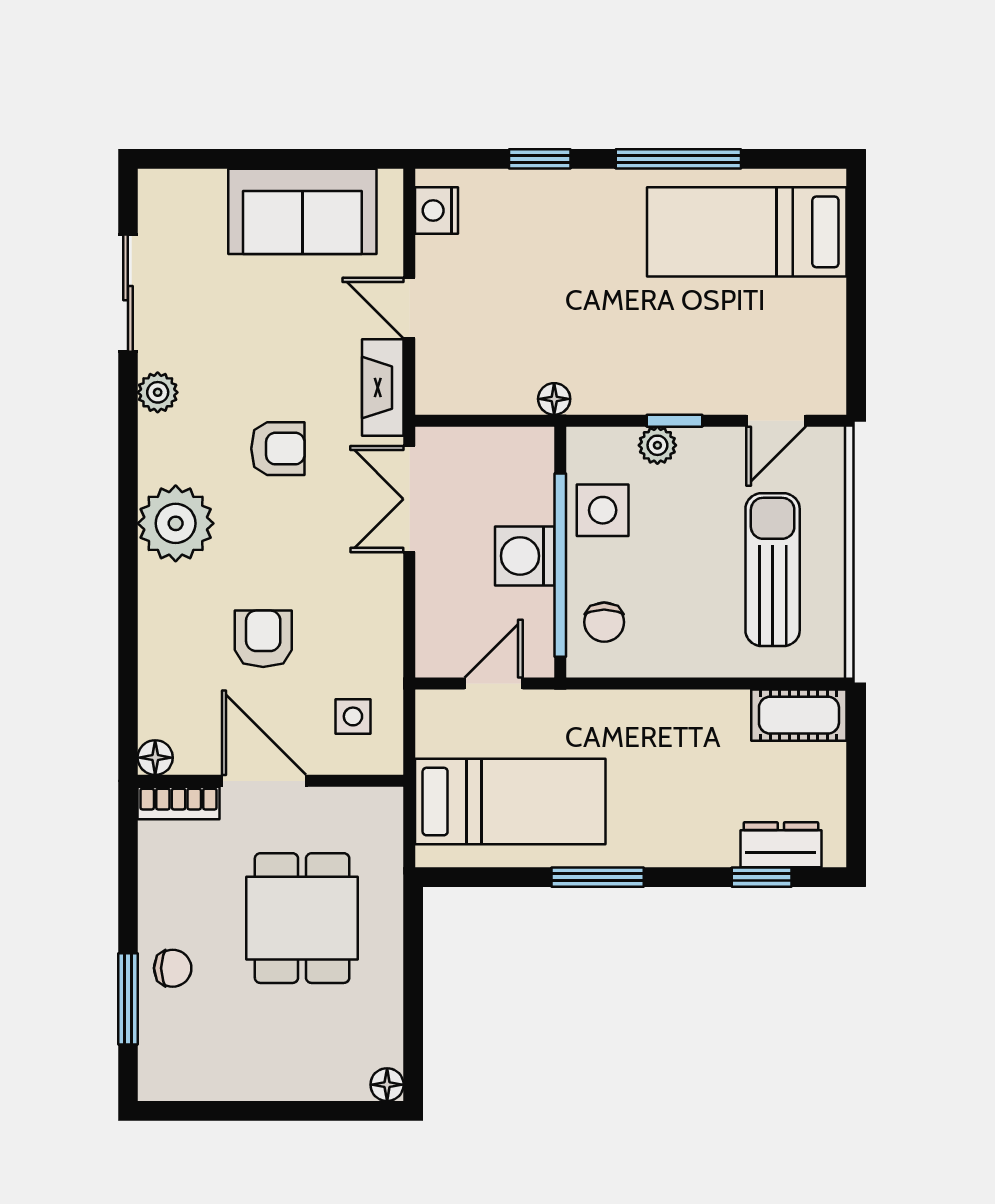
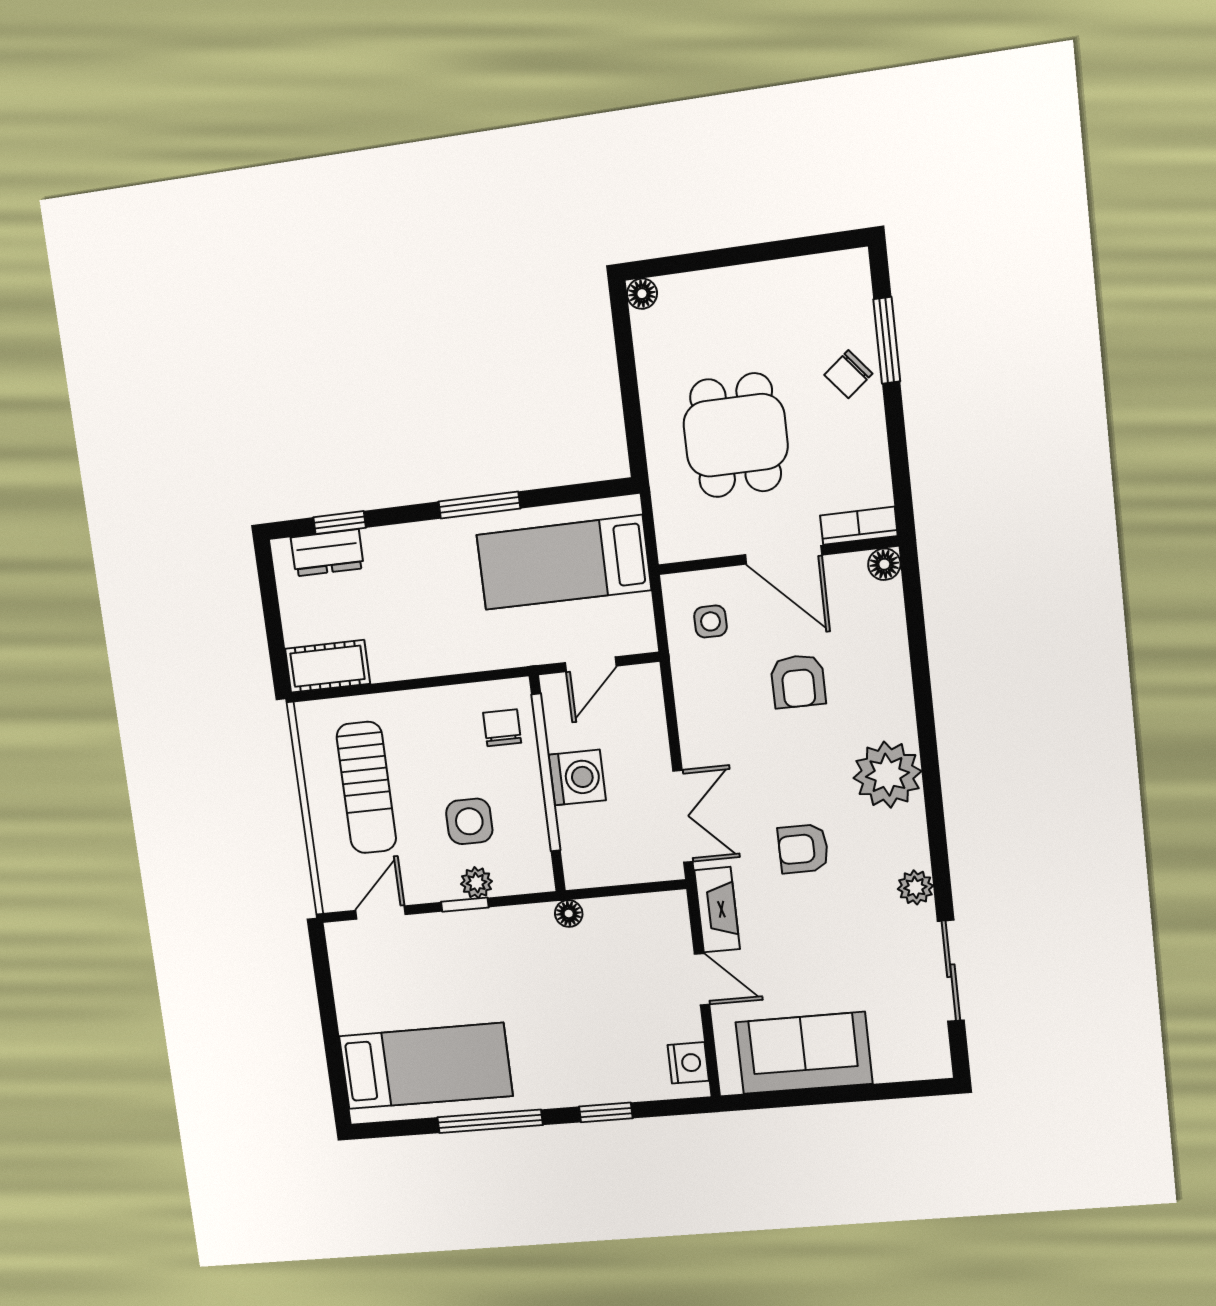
side table: (603, 510) -> (469, 821), moved
chair: (173, 968) -> (848, 374), turned -39

